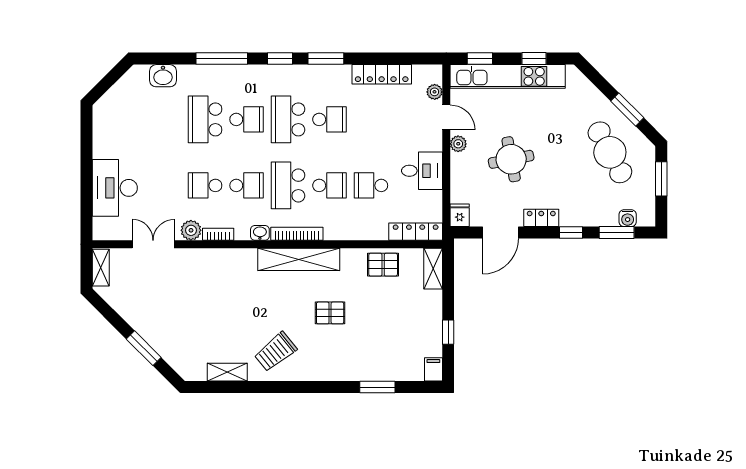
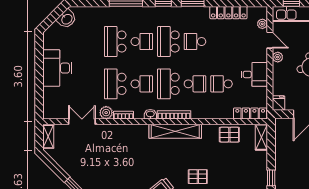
washbasin: (163, 76) -> (67, 19), moved, turned -45
school desk: (329, 119) -> (195, 42), turned 180
school desk: (205, 185) -> (115, 84), width x1.85
desk: (115, 188) -> (57, 68), moved
pallet: (330, 313) -> (198, 177), moved

